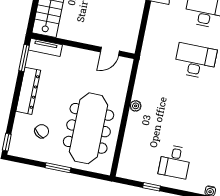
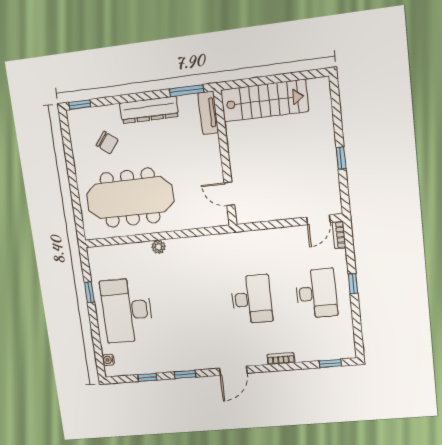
plant: (136, 106) -> (158, 247), moved
desk: (175, 162) -> (127, 310), width x1.87, depth x1.30
window: (58, 168) -> (72, 176), removed

